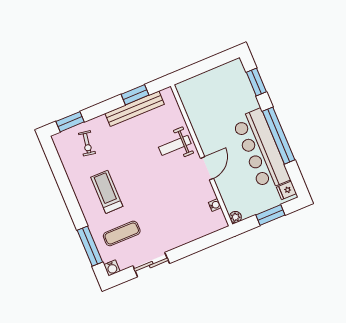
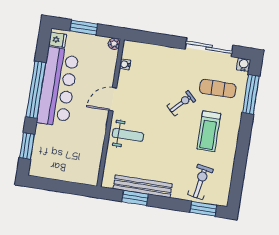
exercise bike: (87, 143) -> (200, 182), width x1.38, depth x1.39
exercise bike: (145, 201) -> (181, 103), added
sliding door: (151, 265) -> (209, 47), width x1.37

